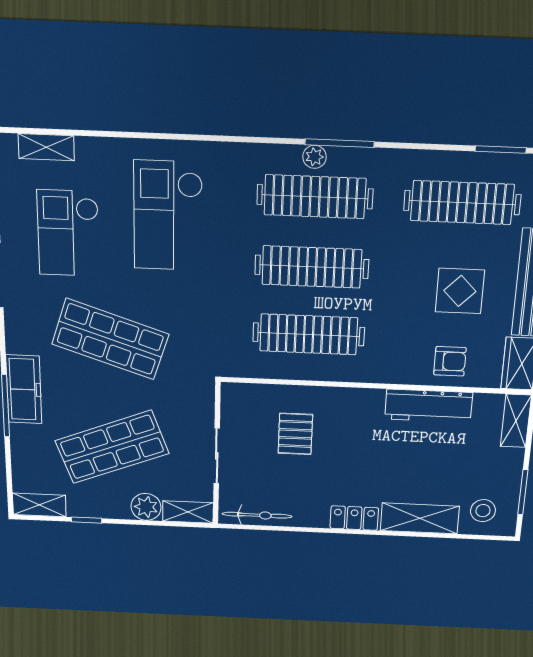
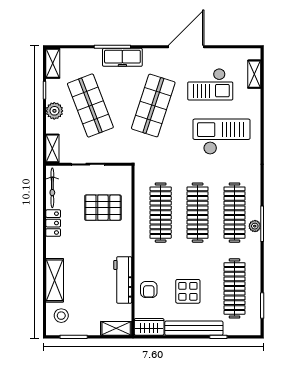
plant: (315, 157) -> (255, 226), moved
checkout: (68, 233) -> (210, 84), turned 180
pallet: (295, 434) -> (103, 208), width x1.50, depth x1.42
plant: (146, 507) -> (54, 111), moved
locker: (354, 518) -> (53, 223), moved

